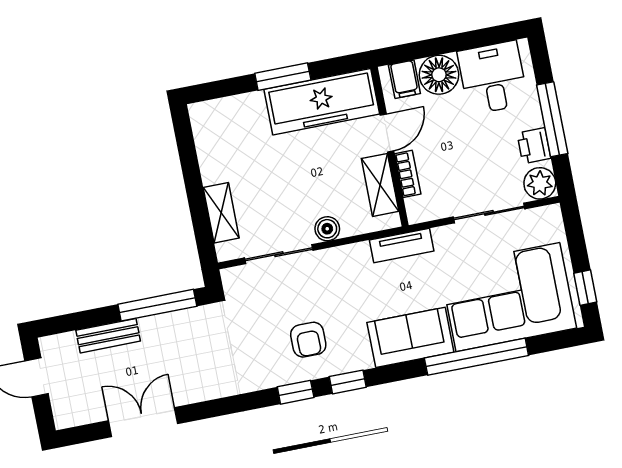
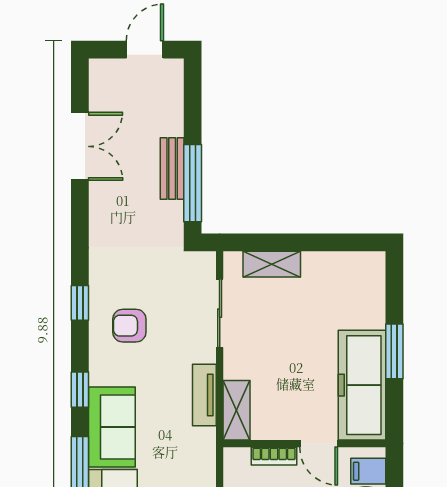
shelving: (380, 185) -> (237, 410), moved, turned 90
boiler: (327, 229) -> (235, 366), removed
tv unit: (402, 246) -> (204, 395), moved
bench: (108, 336) -> (172, 169), moved
window: (348, 382) -> (80, 390), moved

